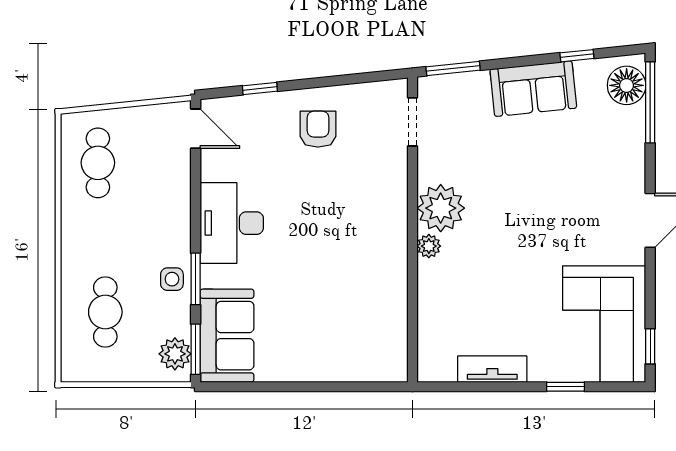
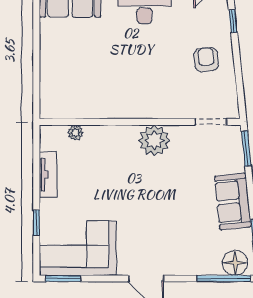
armchair: (318, 129) -> (206, 60), turned -95
plant: (429, 246) -> (75, 133), moved
window: (650, 346) -> (63, 278), width x1.50

